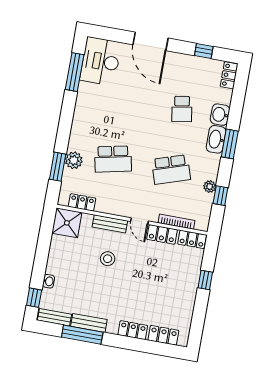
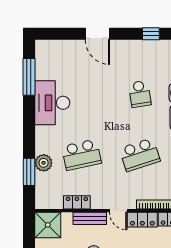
door: (151, 41) -> (97, 34), width x0.73
desk: (101, 61) -> (52, 103), moved
locker: (82, 202) -> (77, 202), moved

